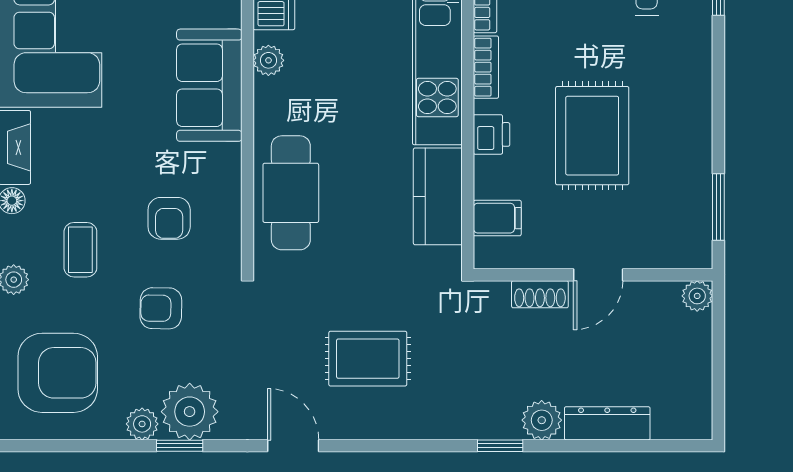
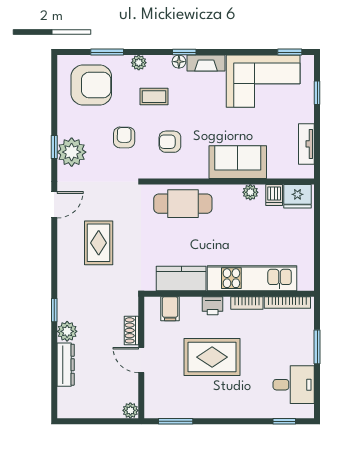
armchair: (58, 373) -> (91, 85), turned -90
plant: (142, 424) -> (65, 128), removed

